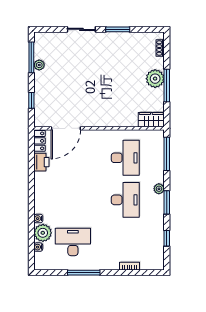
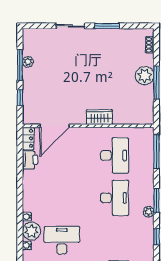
window: (31, 57) -> (20, 65), moved
wardrobe: (151, 120) -> (99, 117), moved
plant: (159, 189) -> (149, 212), moved

